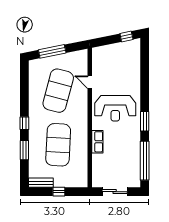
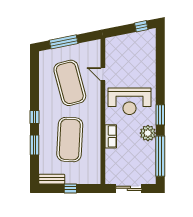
exercise mat: (58, 91) -> (70, 83), turned -30
plant: (133, 139) -> (148, 133), added

